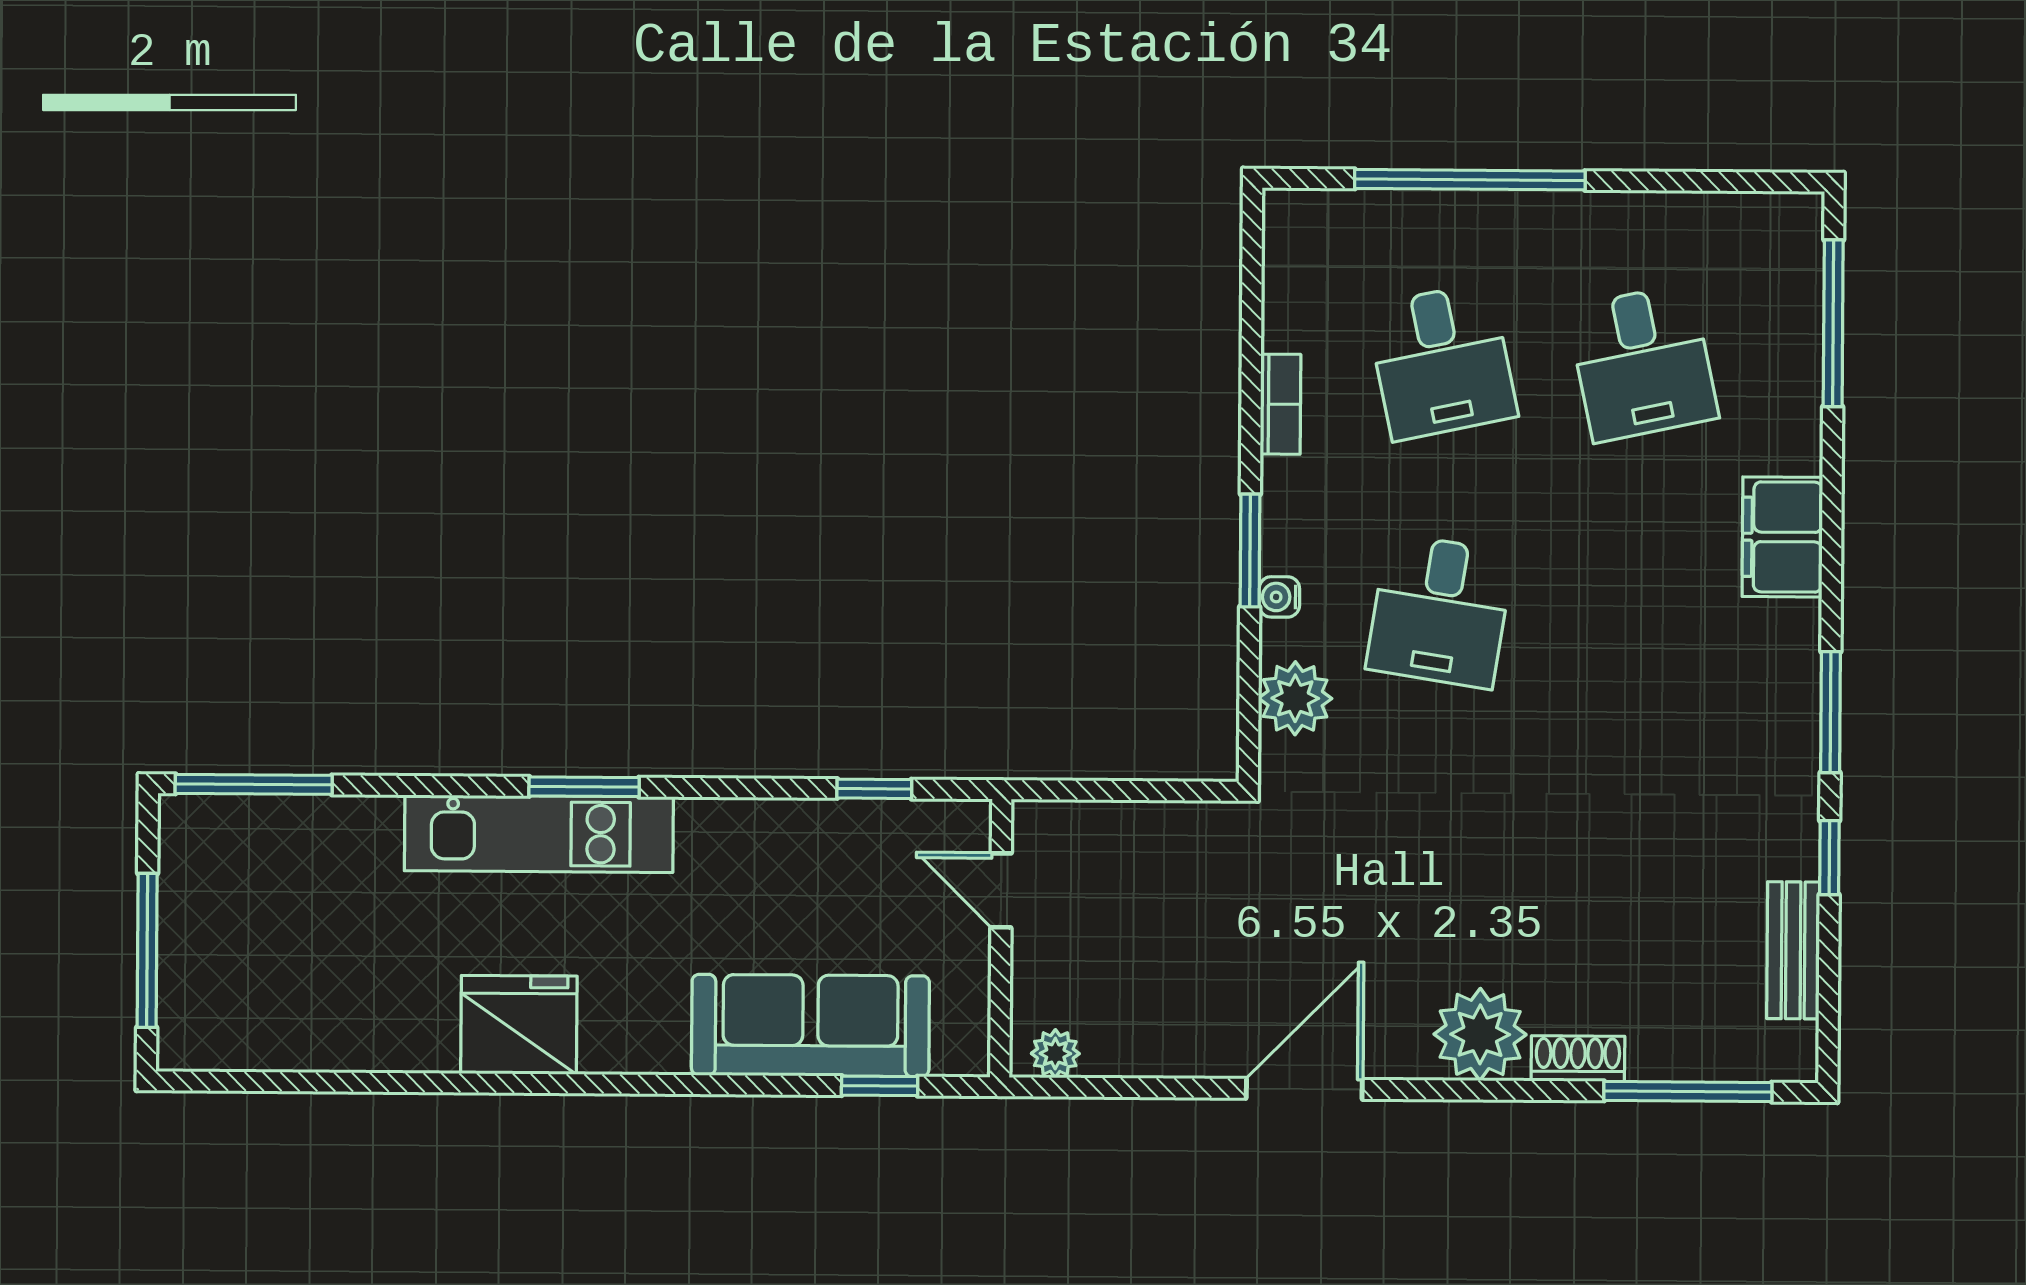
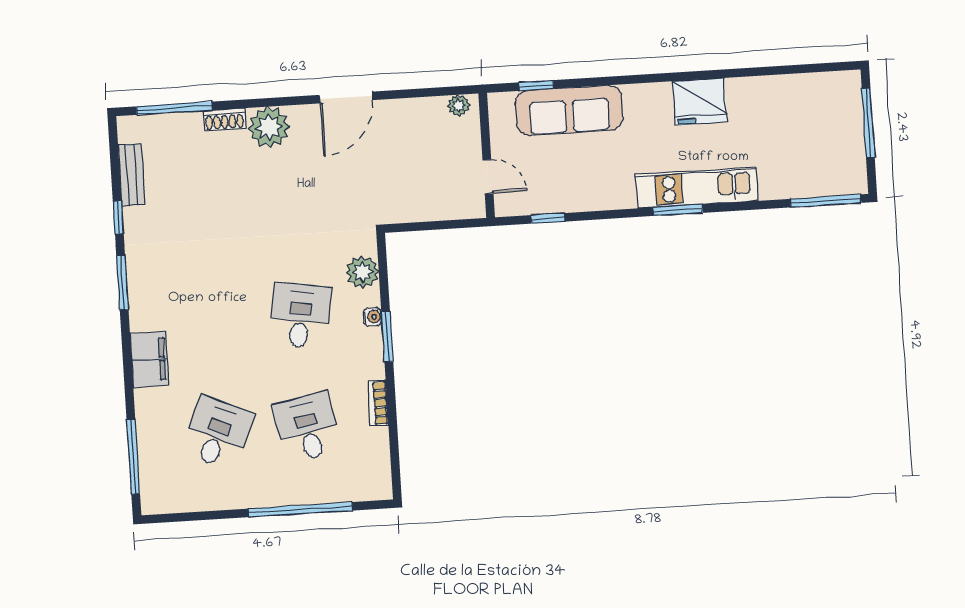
desk: (1643, 363) -> (217, 433), turned 36

